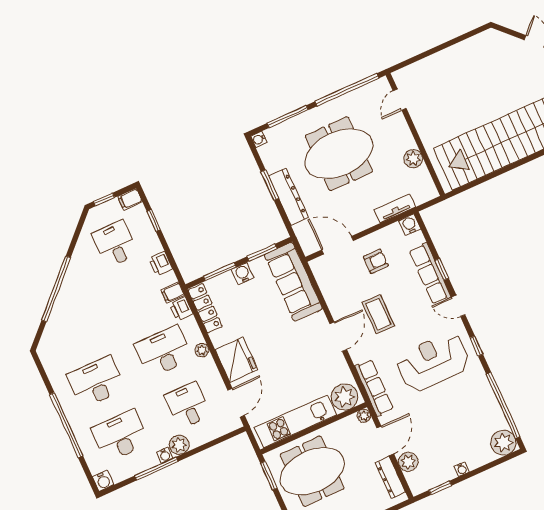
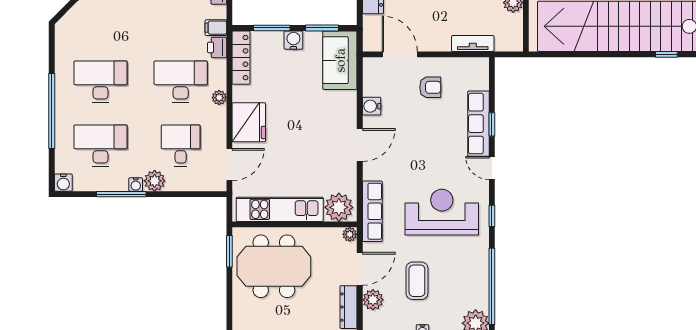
water cooler: (410, 225) -> (372, 106), moved, turned -90
sofa: (293, 282) -> (340, 60), width x0.73
coffee table: (378, 314) -> (417, 281), moved

